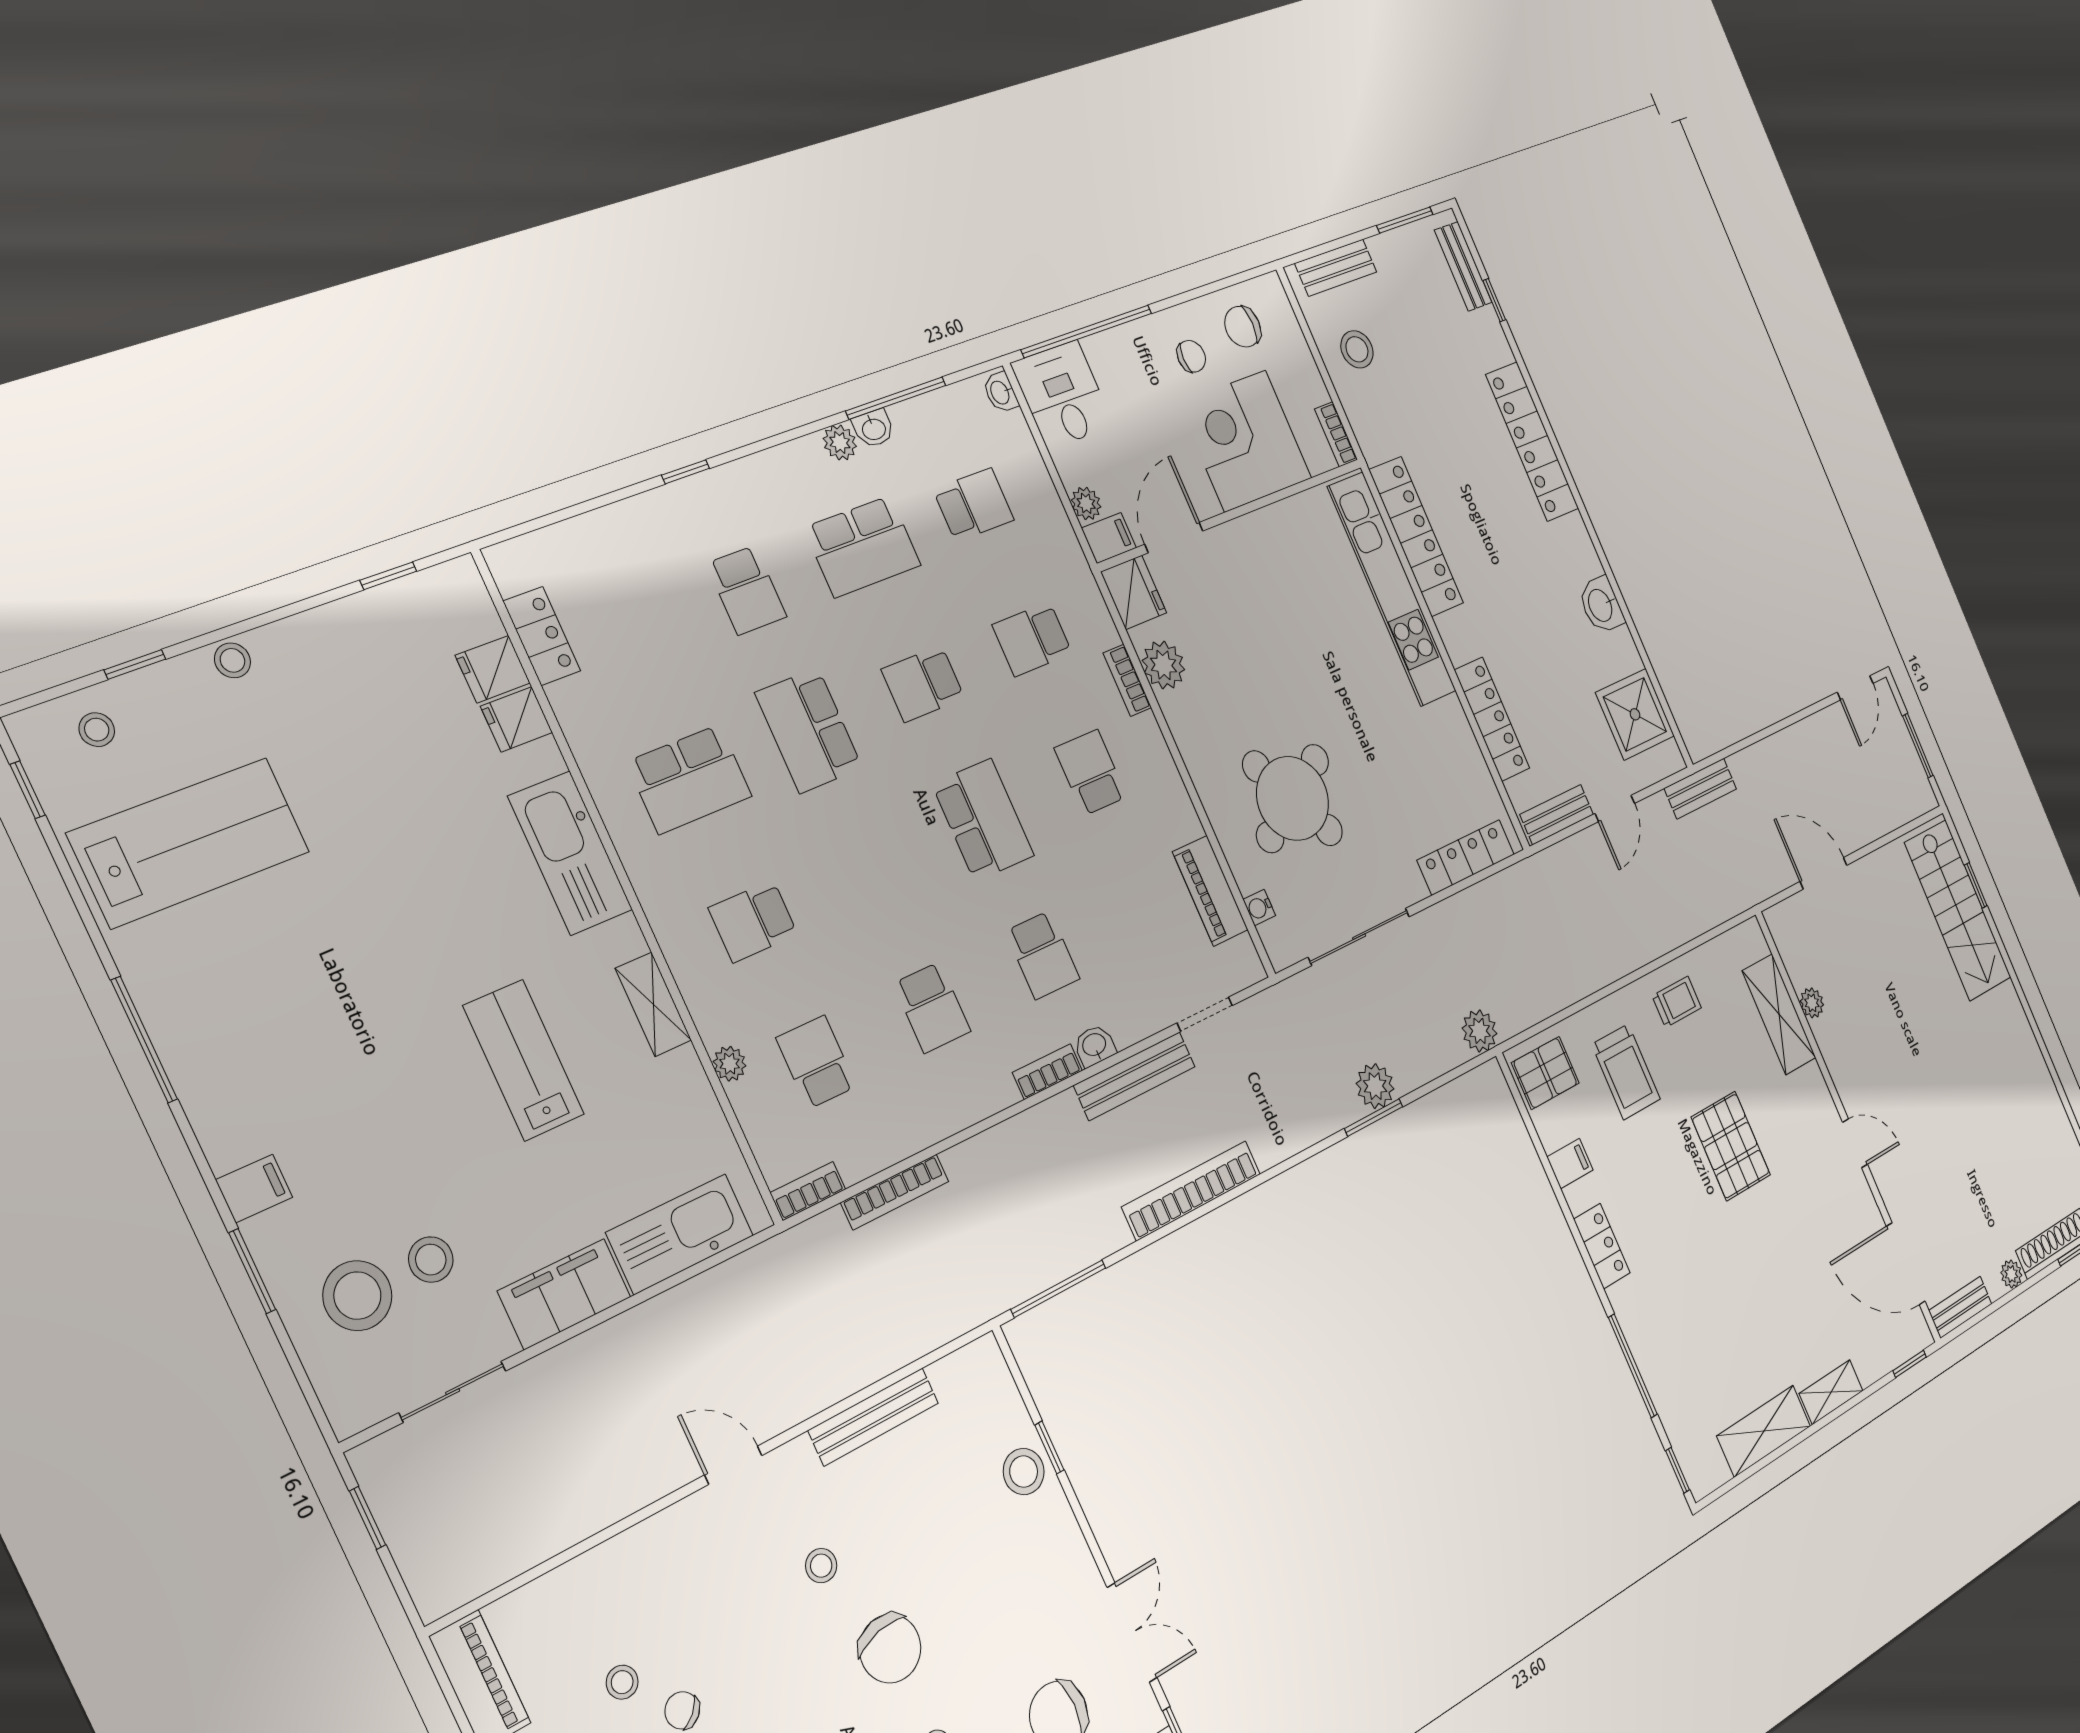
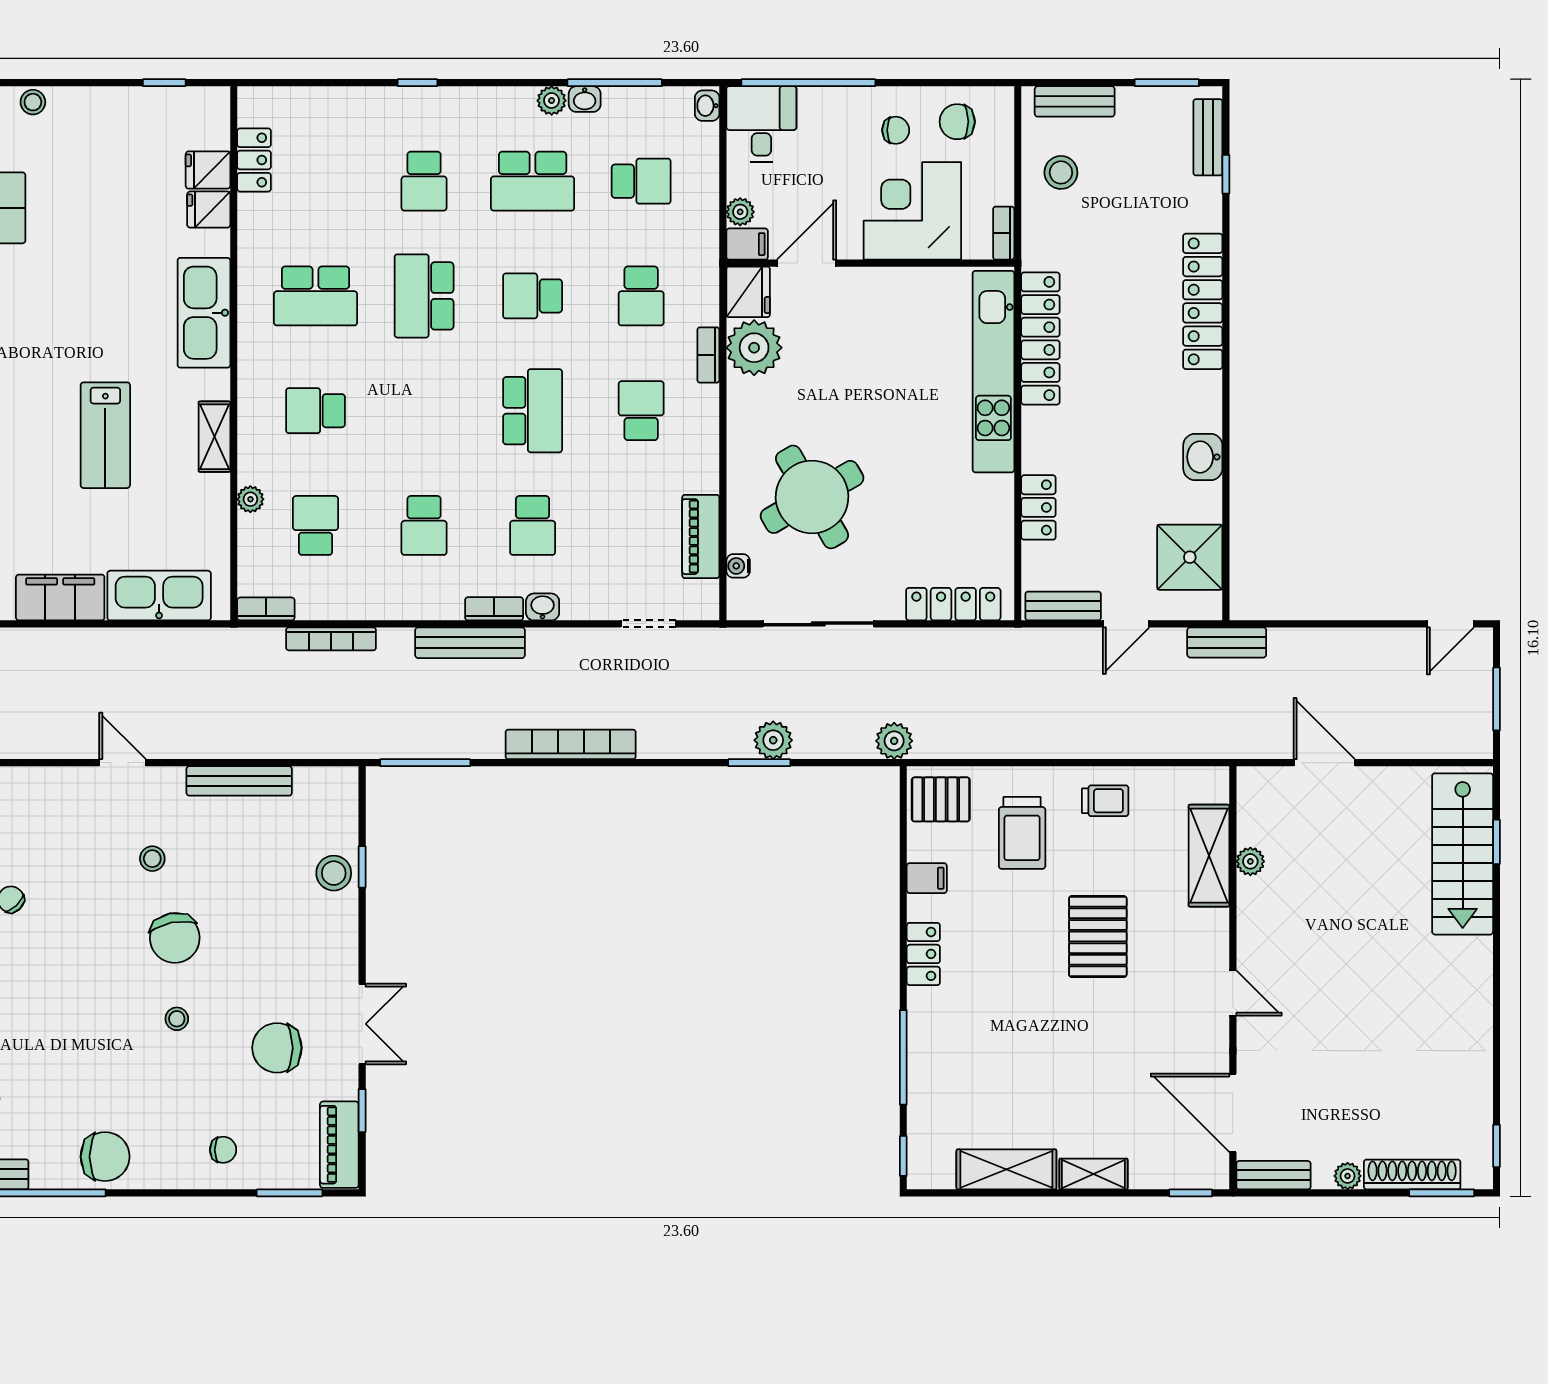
school desk: (1032, 639) -> (641, 296), turned -90
plant: (1163, 665) -> (754, 348), width x1.36, depth x1.36
locker: (1492, 719) -> (1038, 507), width x0.66
lab bench: (524, 1060) -> (105, 435), turned 180
bench: (1135, 1076) -> (470, 643), moved

